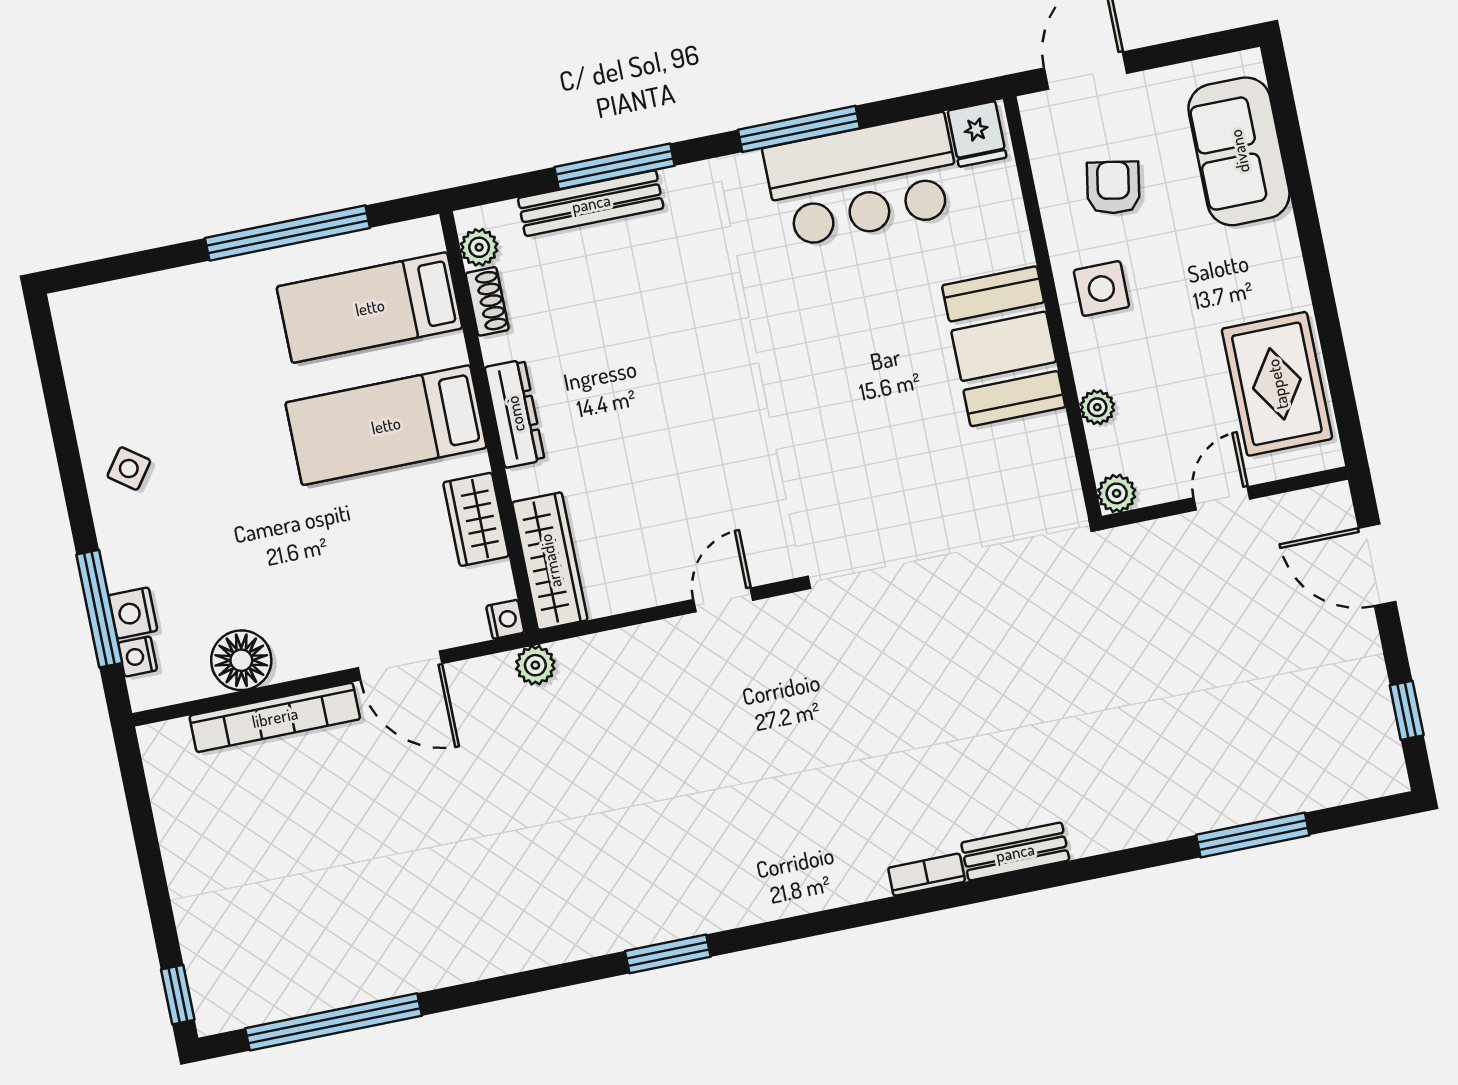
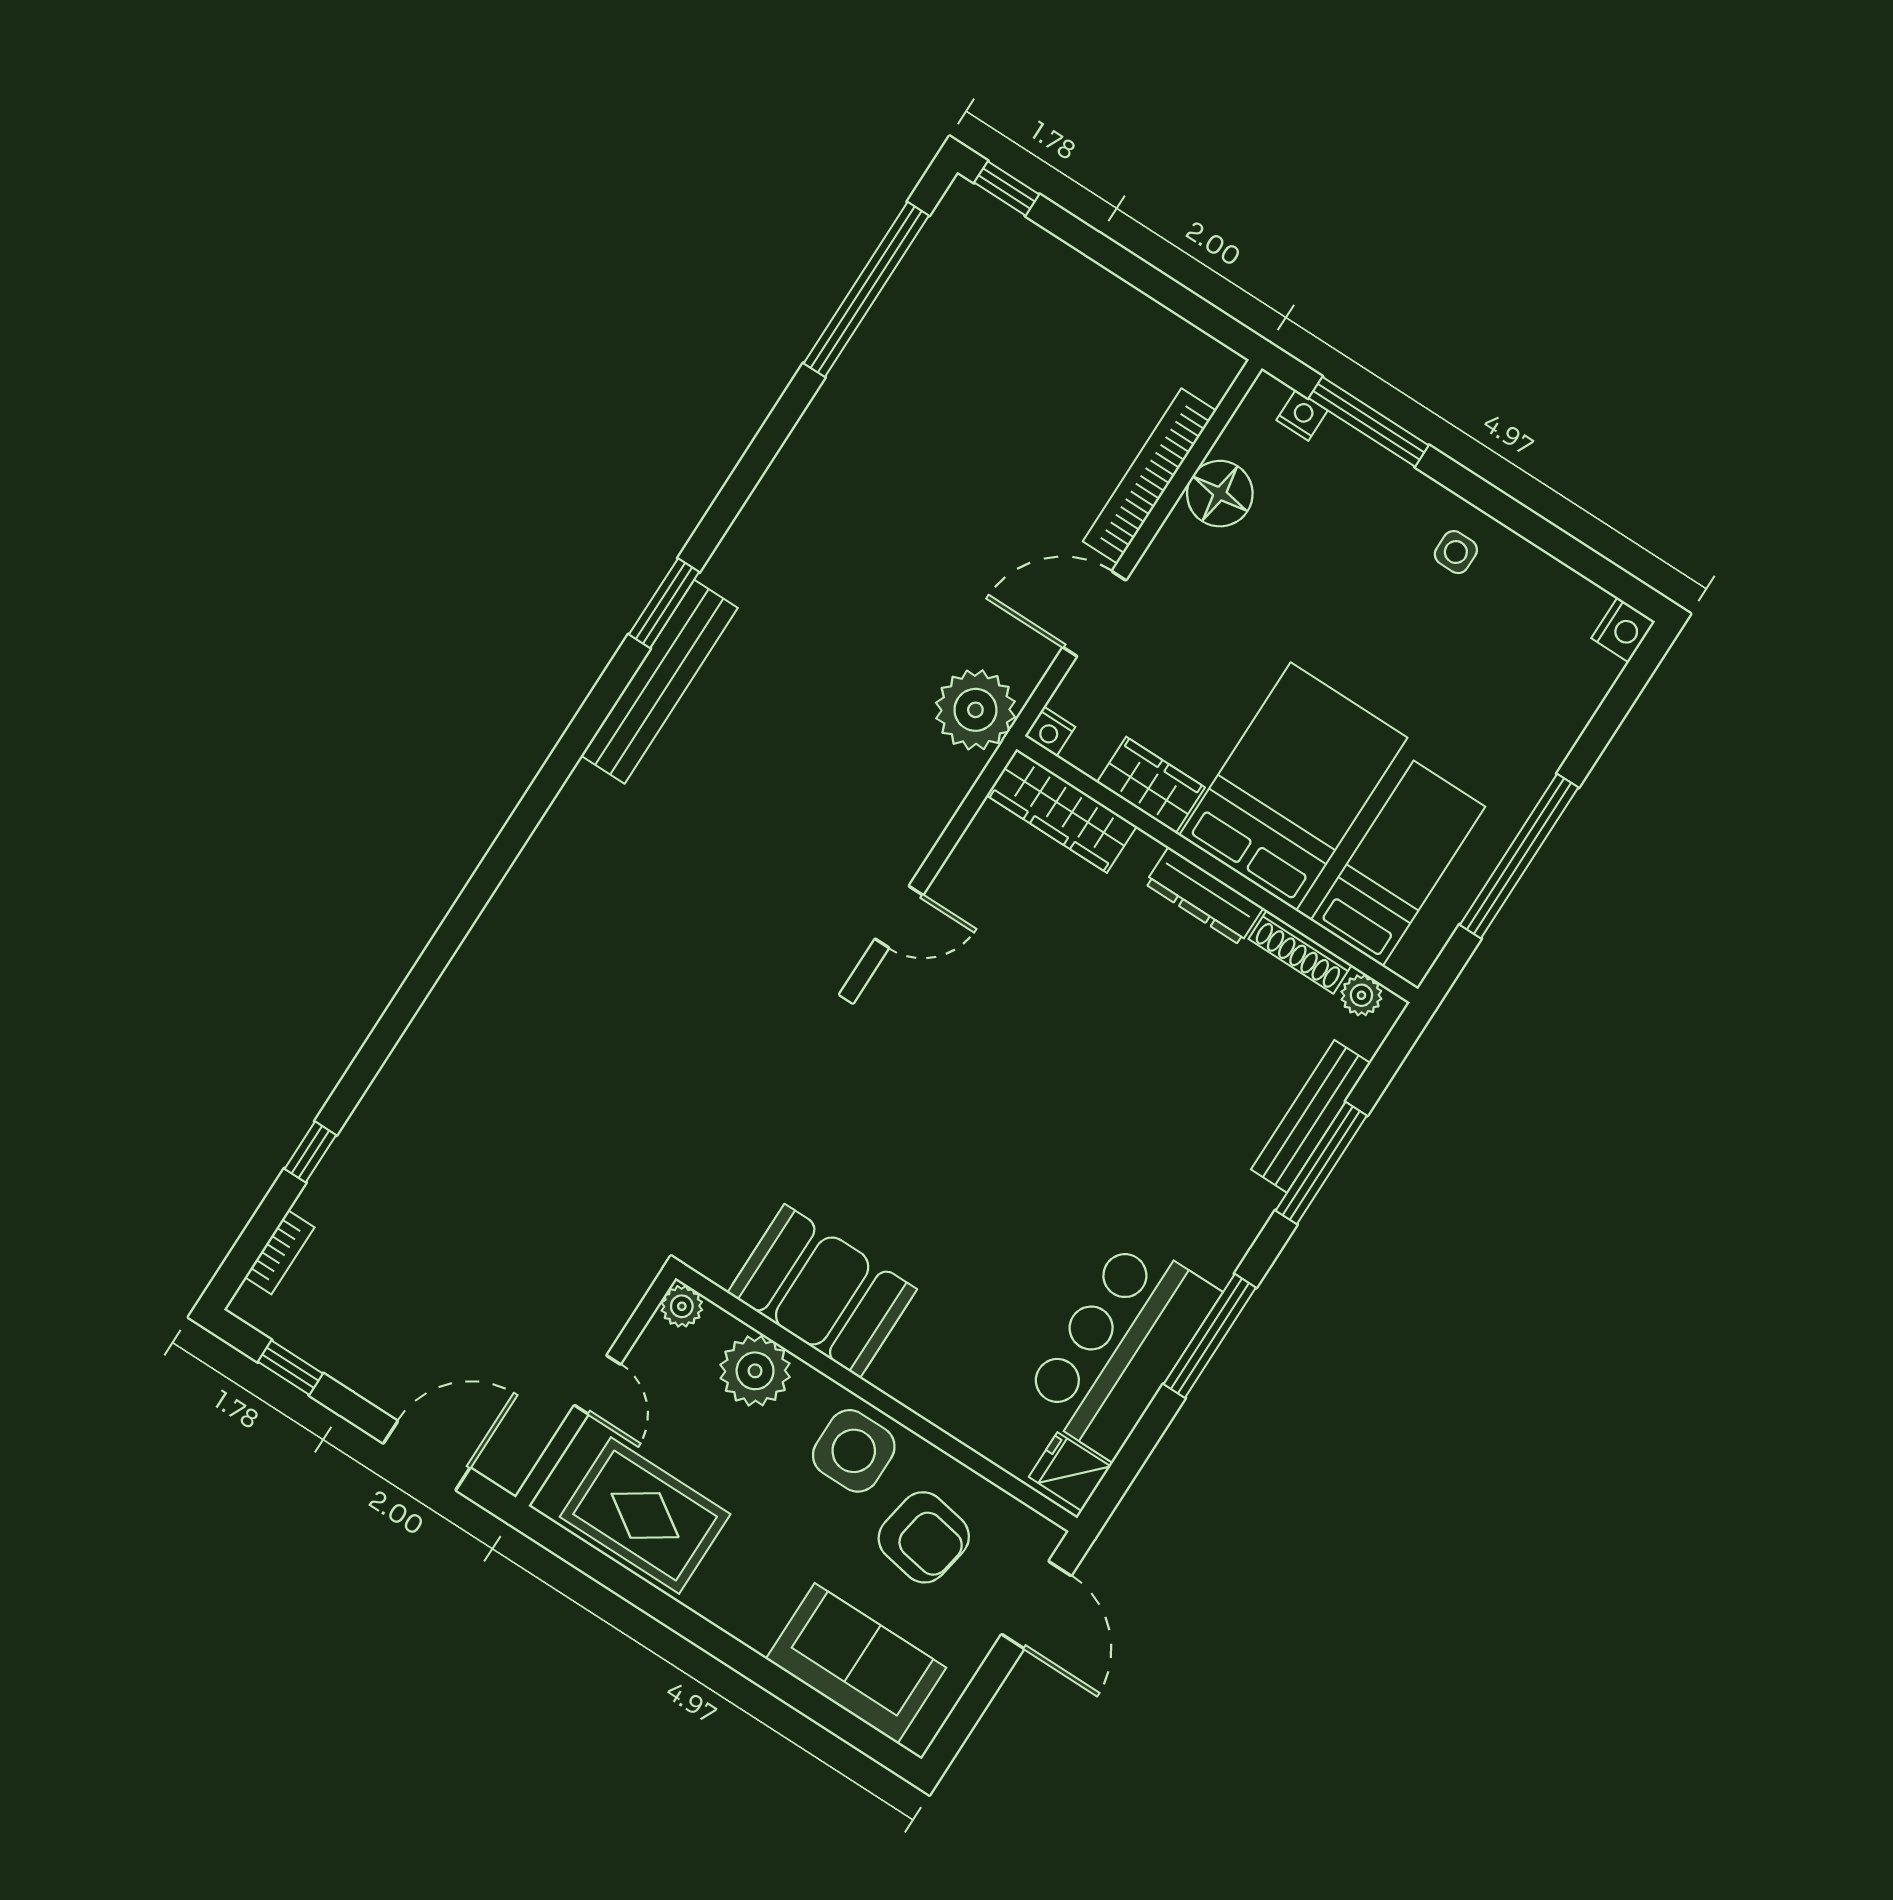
armchair: (1113, 187) -> (924, 1537), width x1.38, depth x1.38
side table: (1101, 289) -> (854, 1451), width x1.37, depth x1.37
shoe rack: (487, 301) -> (1300, 952), width x1.43
booth: (1004, 346) -> (822, 1291), moved
plant: (1097, 407) -> (755, 1371), width x1.87, depth x1.87
bed: (386, 425) -> (1293, 786), width x1.50
side table: (129, 468) -> (1456, 552), turned -36
door: (723, 600) -> (899, 917), hinge flipped
nightstand: (133, 613) -> (1623, 630), moved, turned 90
plant: (535, 665) -> (975, 710), width x1.87, depth x1.87
window: (1253, 835) -> (310, 1152), width x0.46
bench: (1015, 852) -> (659, 682), moved, width x1.86, depth x1.21
bookcase: (927, 875) -> (280, 1252), moved

